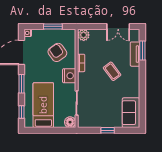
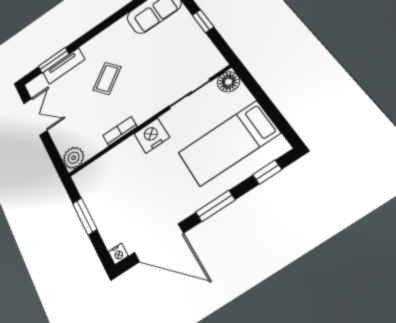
armchair: (57, 52) -> (124, 180), removed

